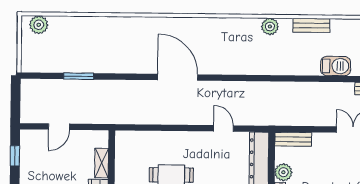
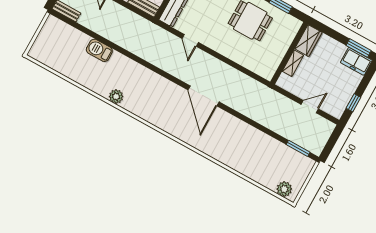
bench: (311, 25) -> (85, 81), removed
barbecue: (336, 66) -> (99, 50), moved
window: (79, 76) -> (298, 148), moved

